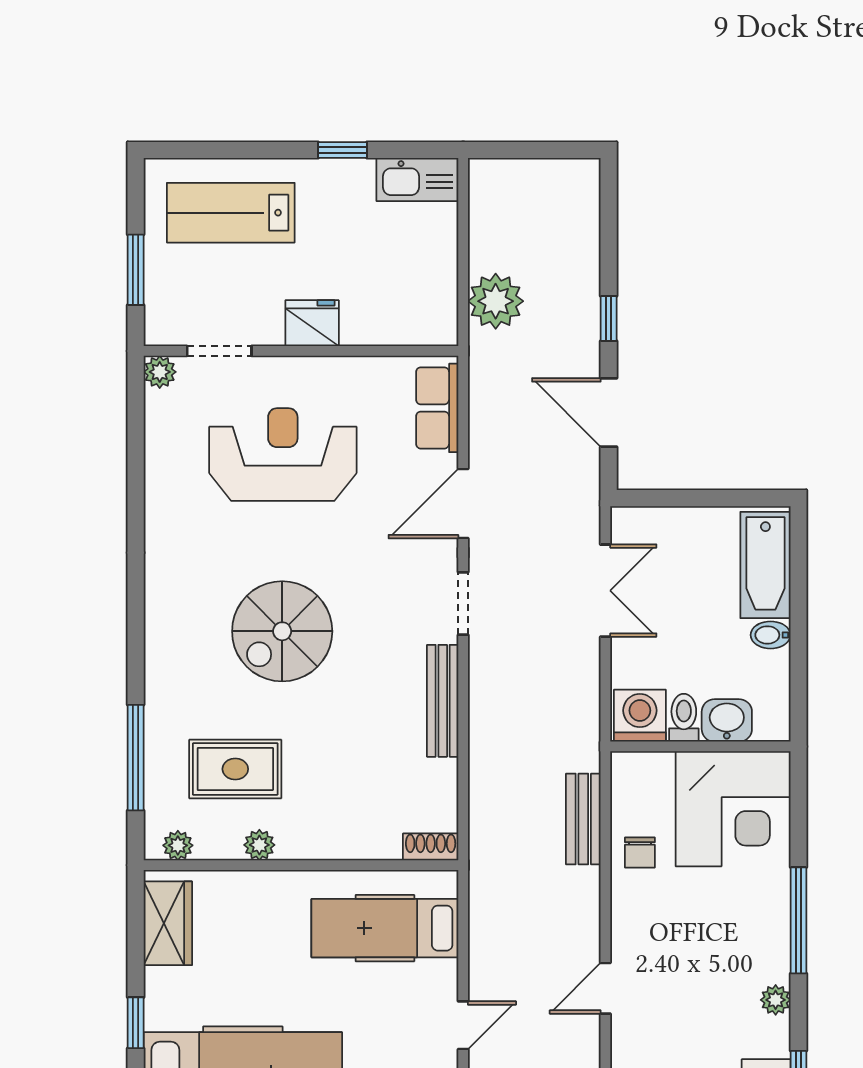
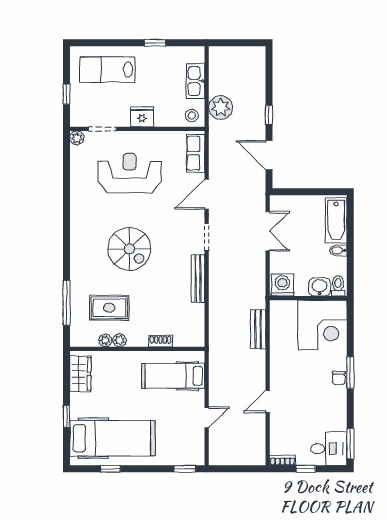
kitchen sink: (417, 180) -> (195, 81), moved, turned 90
window: (136, 270) -> (67, 94), width x0.67
stool: (428, 320) -> (192, 116), added
spiral stairs: (282, 631) -> (129, 249), turned -90
toilet: (684, 718) -> (338, 286), moved
plant: (178, 845) -> (105, 340), moved
shoe rack: (431, 847) -> (161, 341), moved
chair: (640, 852) -> (339, 378), moved
window: (798, 920) -> (350, 373), width x0.69
plant: (776, 1000) -> (340, 407), removed

